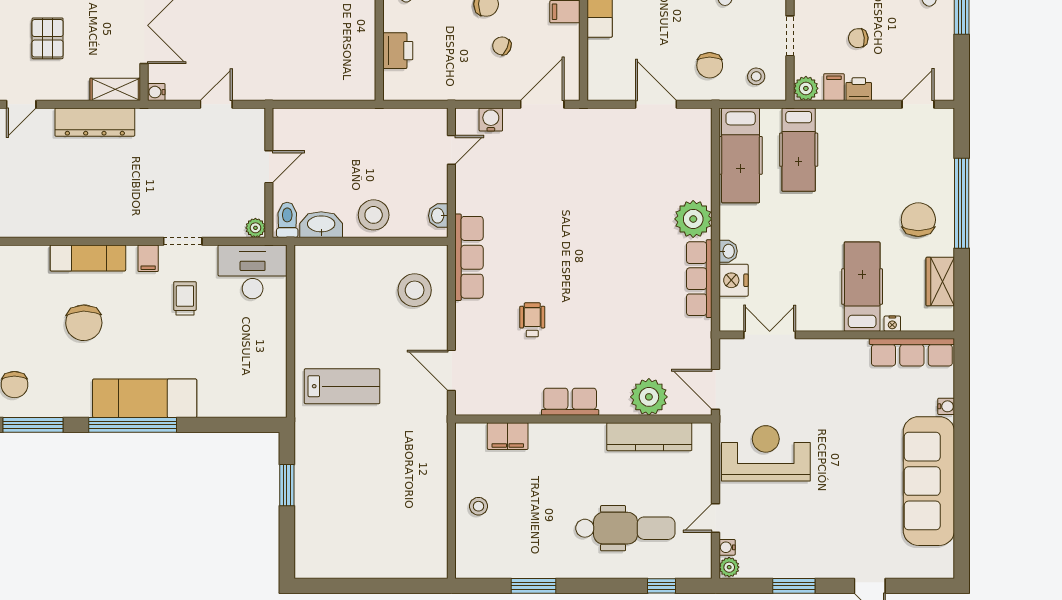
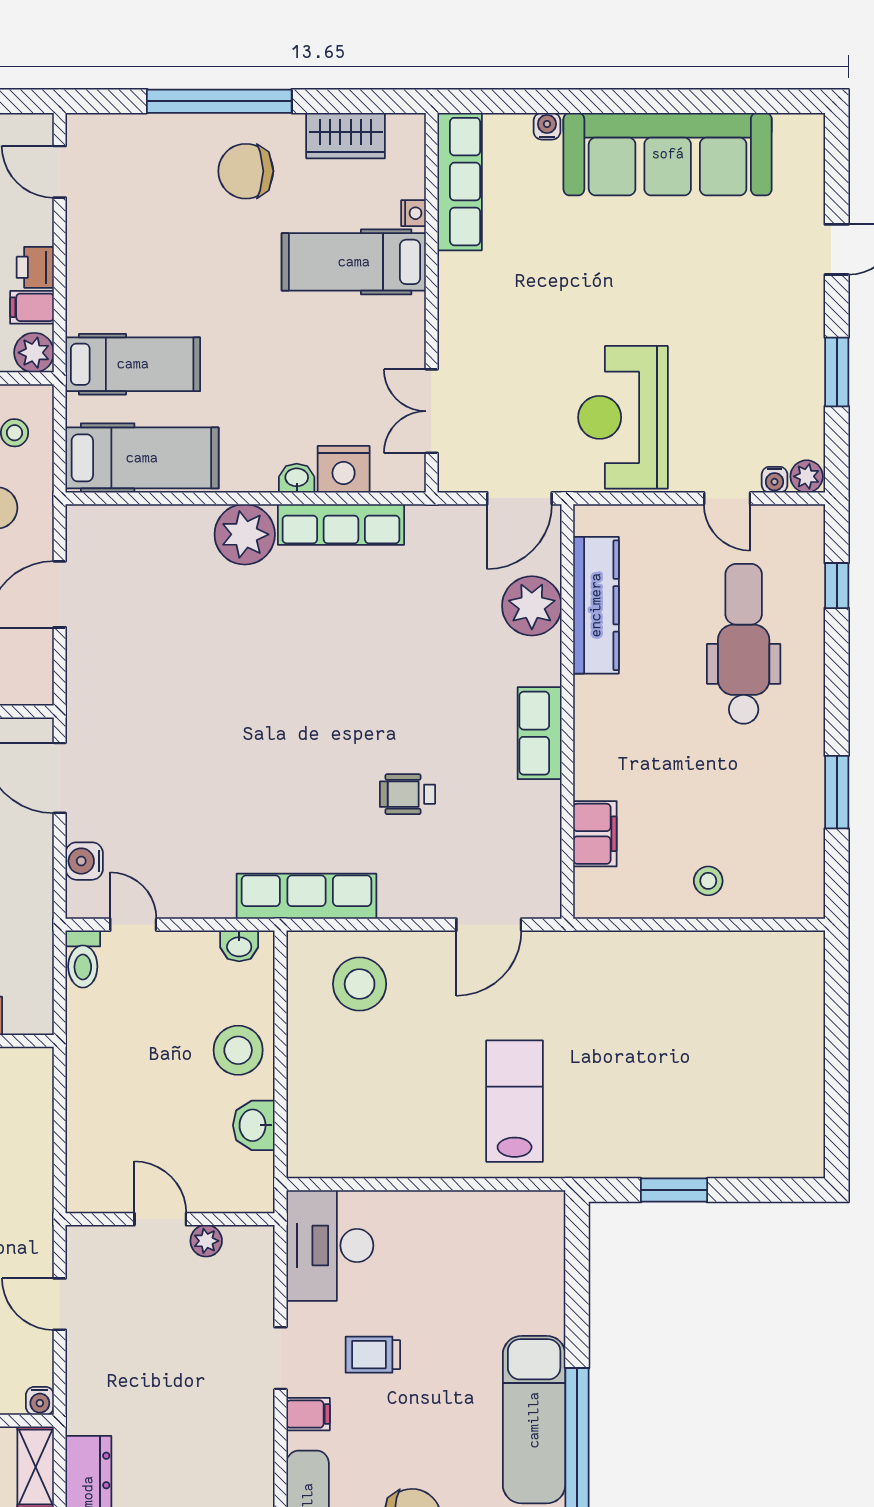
toilet: (287, 220) -> (83, 959), moved, turned -90
washbasin: (321, 225) -> (254, 1125), width x0.72
plant: (255, 228) -> (206, 1241), moved

